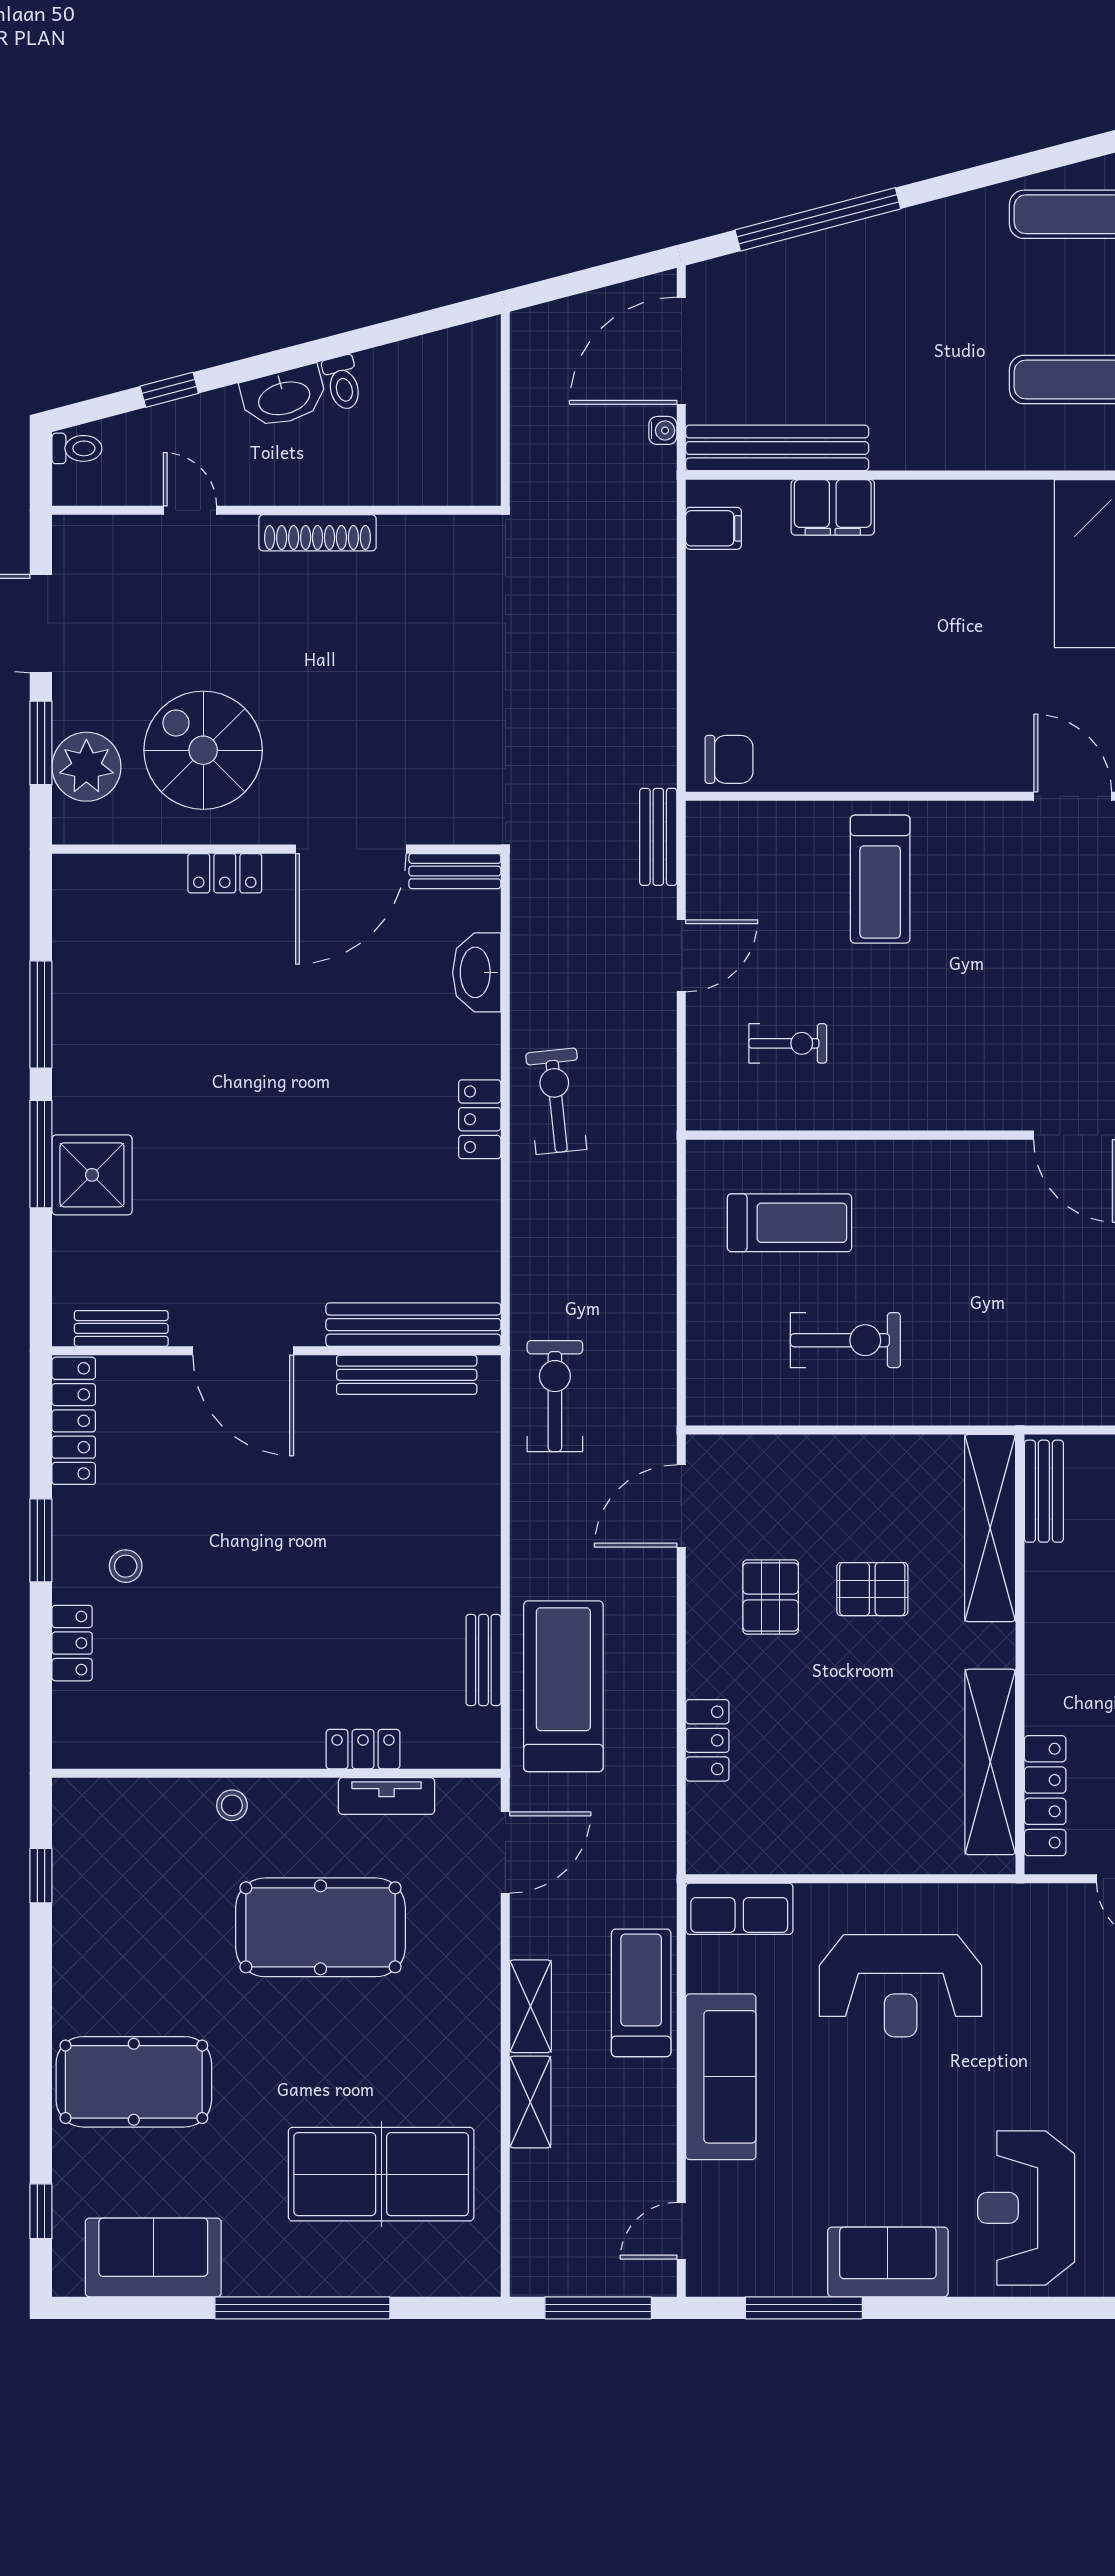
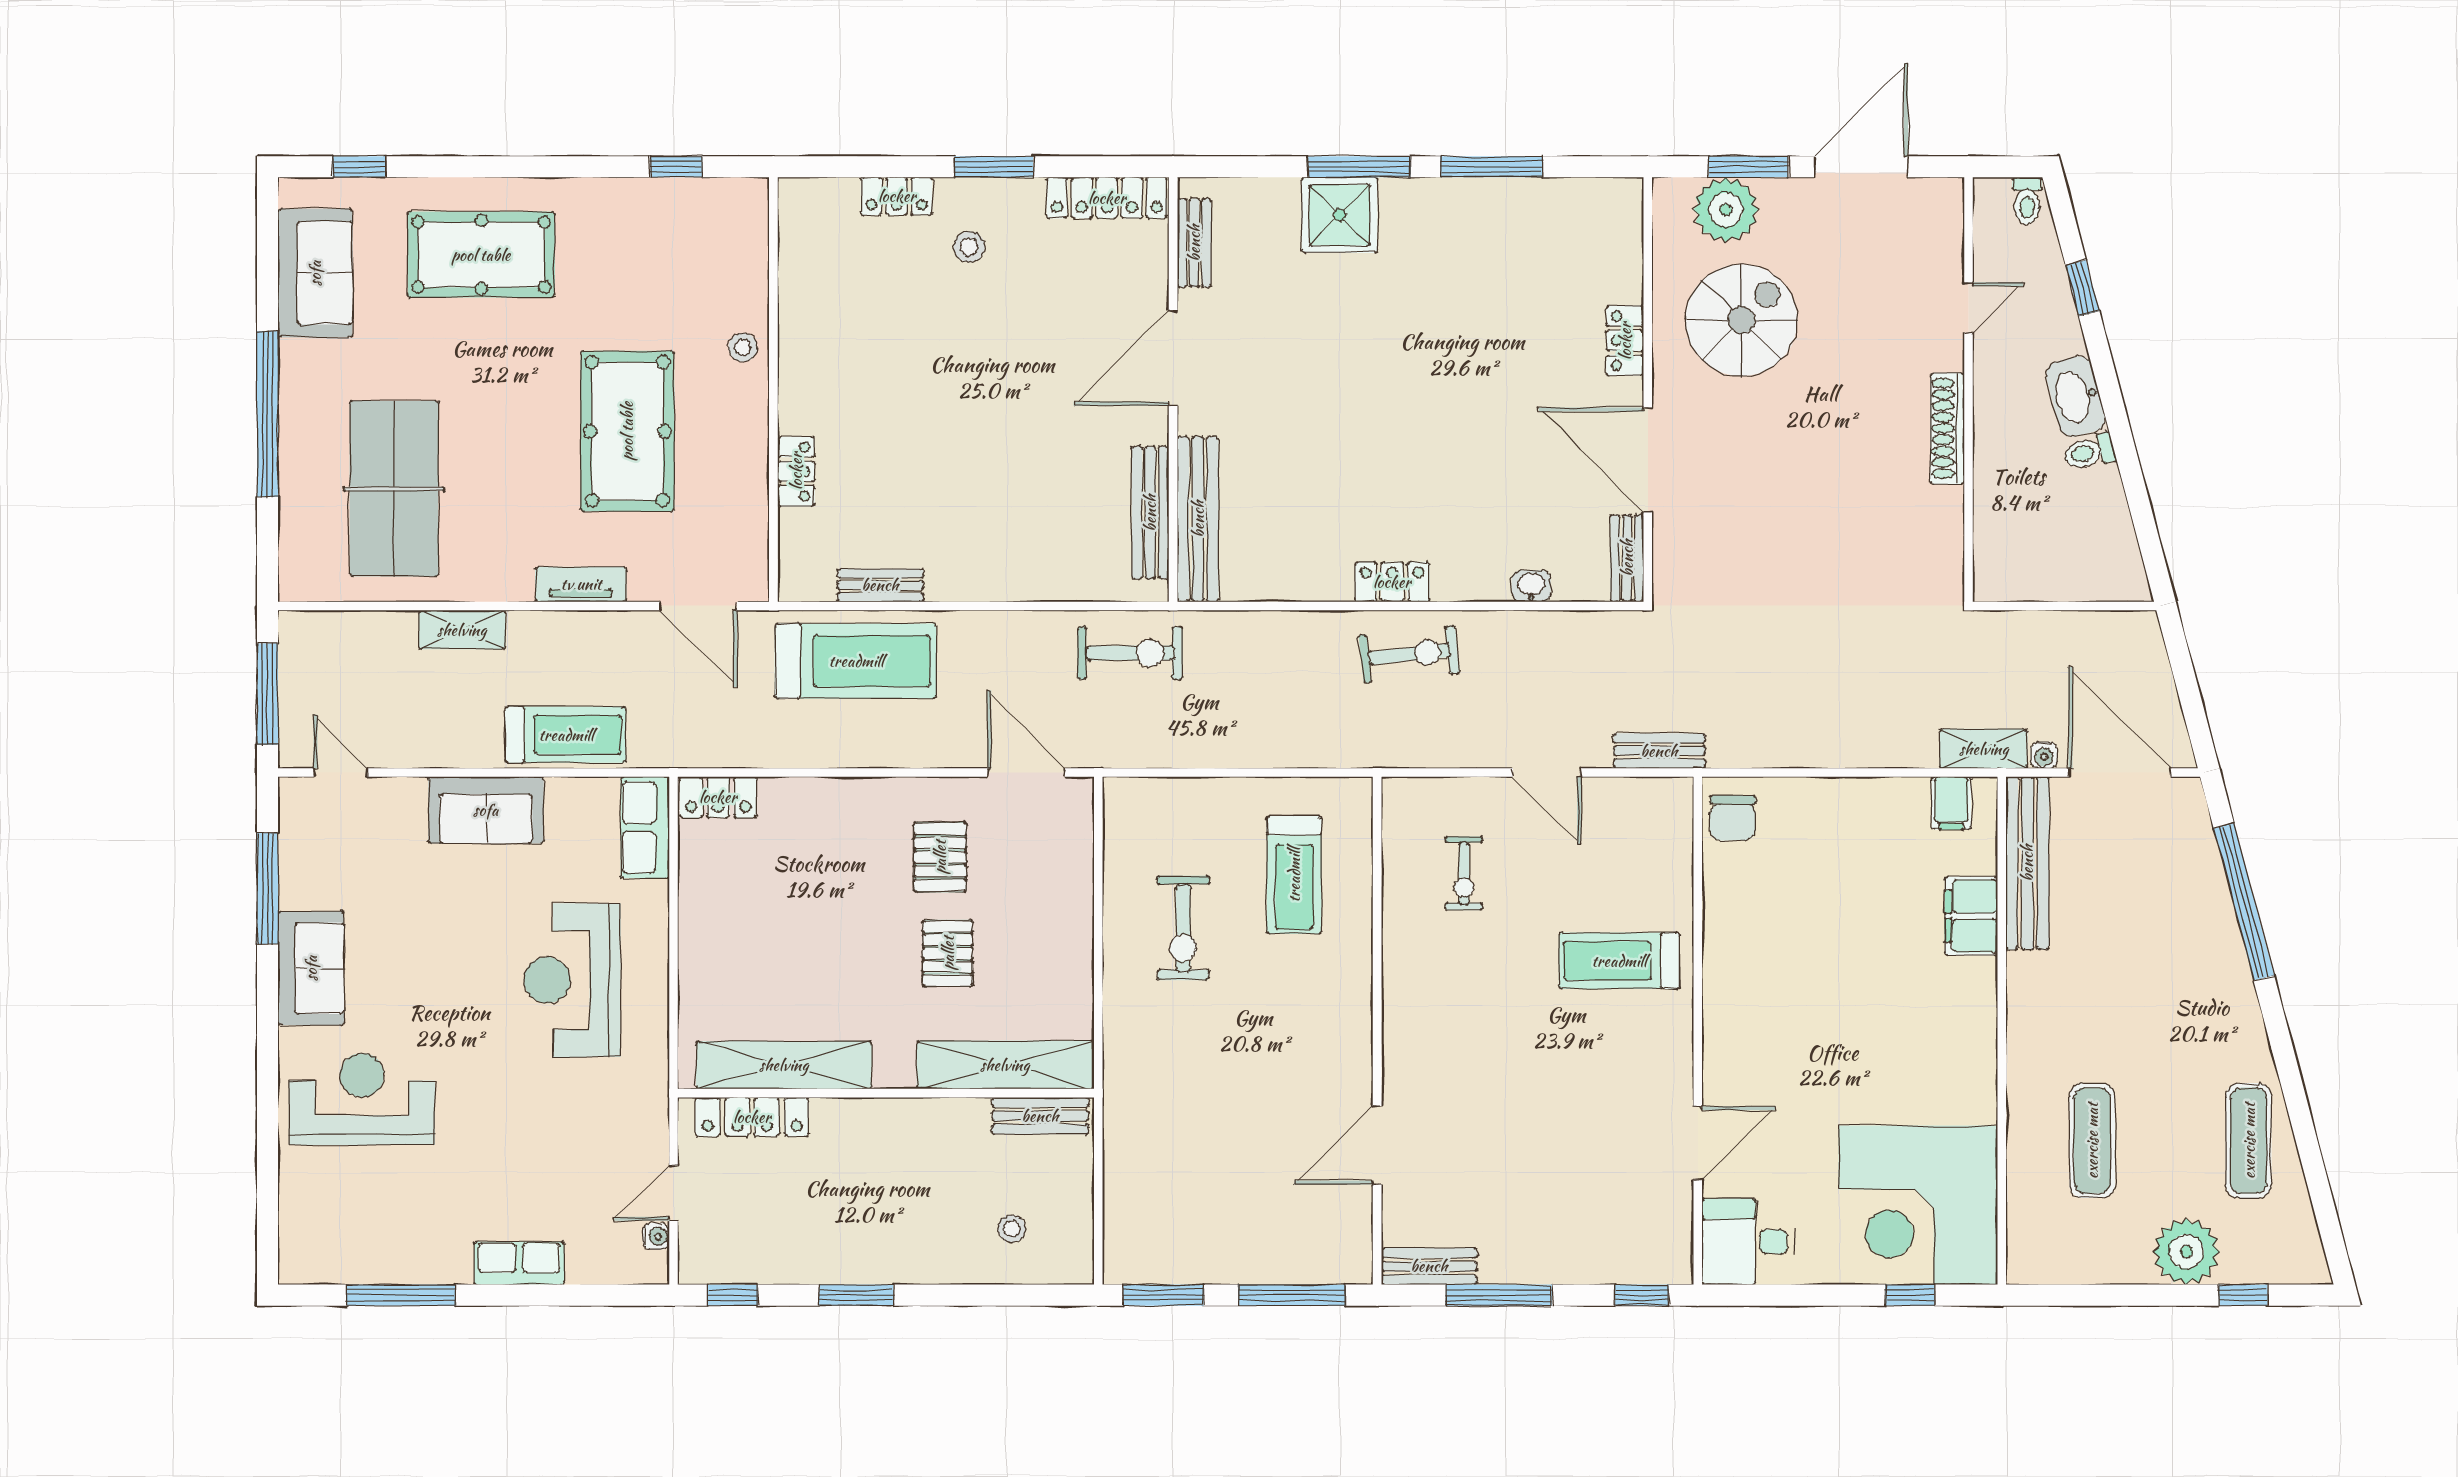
washbasin: (477, 972) -> (1531, 586), width x0.52, depth x0.69
pallet: (771, 1597) -> (940, 857), turned 90
locker: (707, 1740) -> (718, 797), moved
tv unit: (387, 1796) -> (581, 584), moved, turned 90
shelving: (530, 2006) -> (1984, 749), moved
sofa: (721, 2077) -> (486, 810), width x0.73
pool table: (134, 2082) -> (481, 255), turned 90

